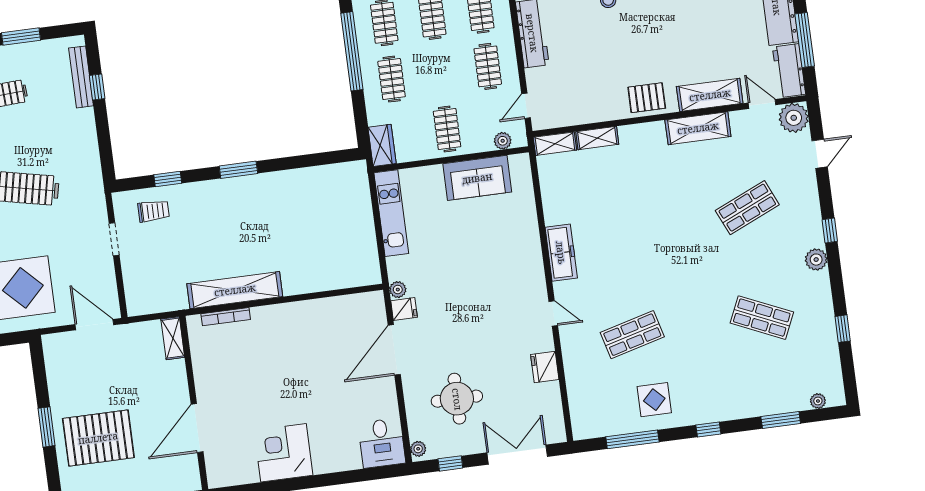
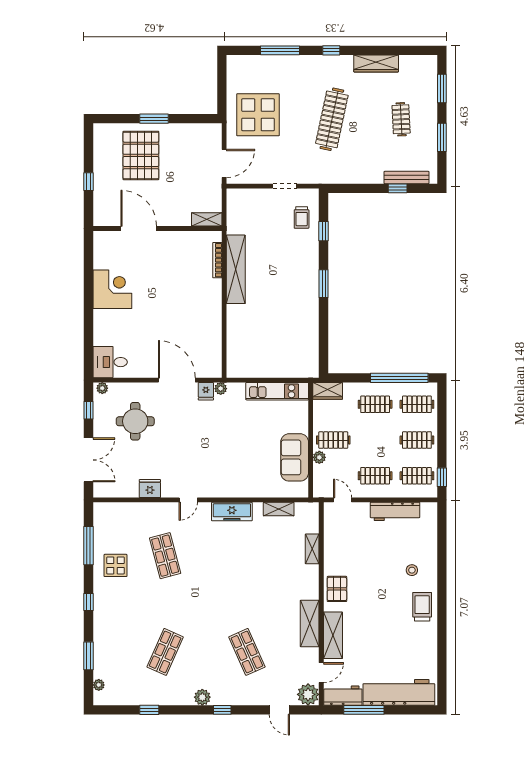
plant: (503, 141) -> (319, 457), moved
shelving: (555, 144) -> (279, 509), moved, turned 90

